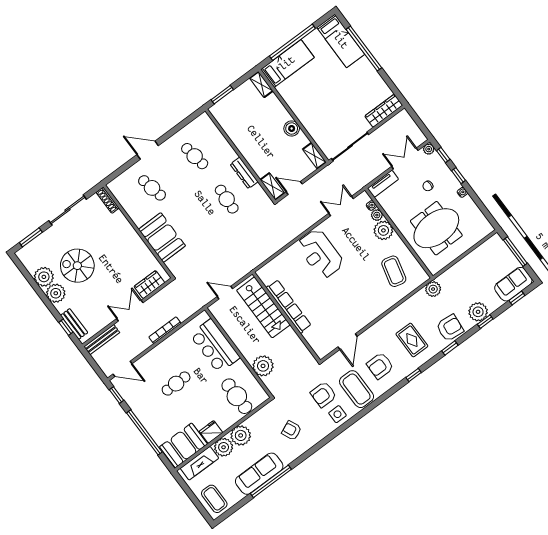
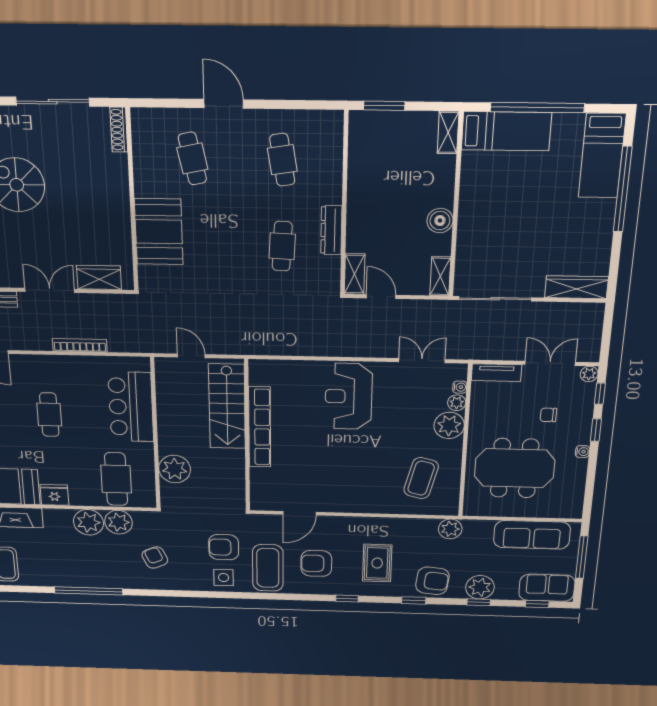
cafe table: (176, 384) -> (49, 415), turned 90
plant: (224, 447) -> (119, 522), moved
sofa: (259, 474) -> (532, 535), moved, turned 180

